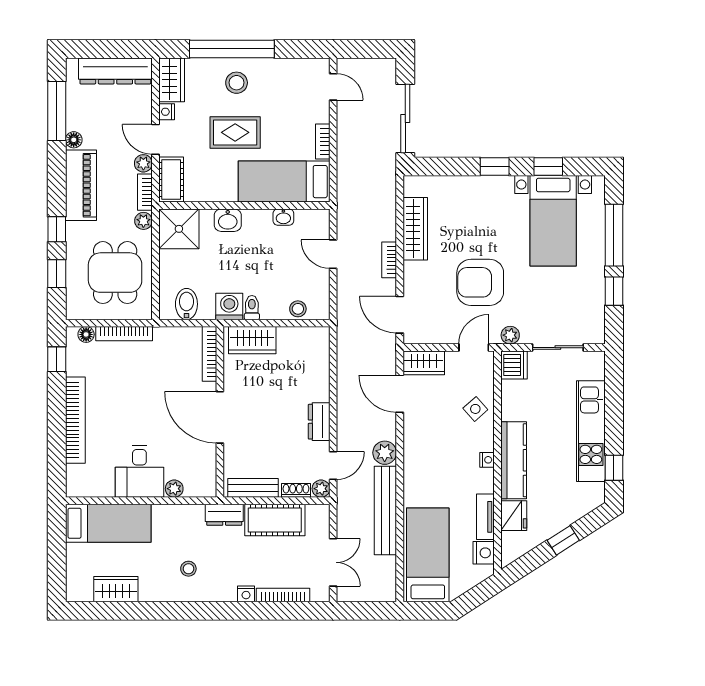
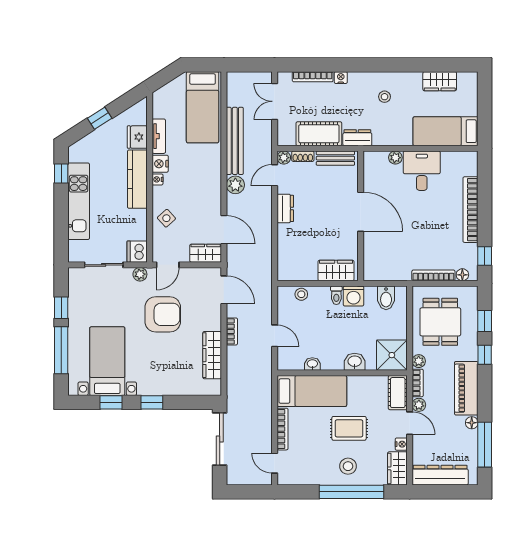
bookcase: (323, 142) -> (282, 429), width x1.56
bookcase: (210, 354) -> (369, 260), removed
nightstand: (484, 553) -> (160, 164), moved

